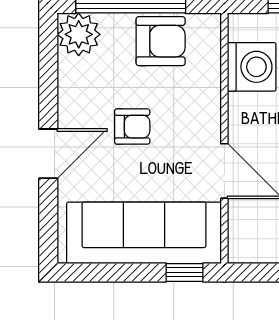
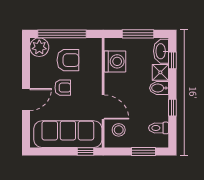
armchair: (161, 41) -> (68, 60), moved
stool: (260, 223) -> (119, 130), added

